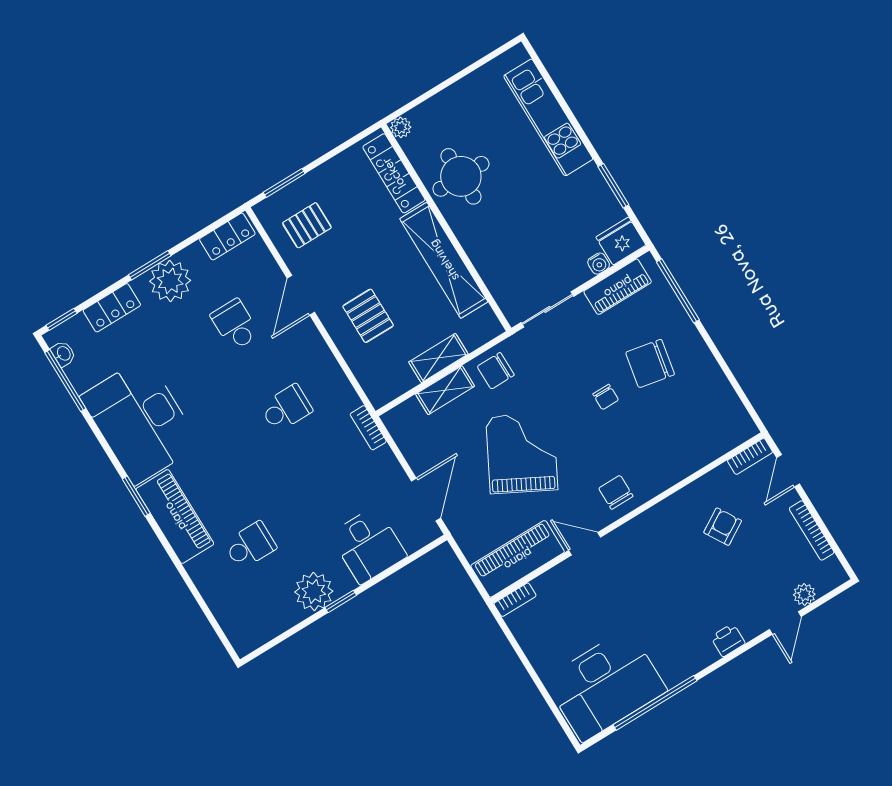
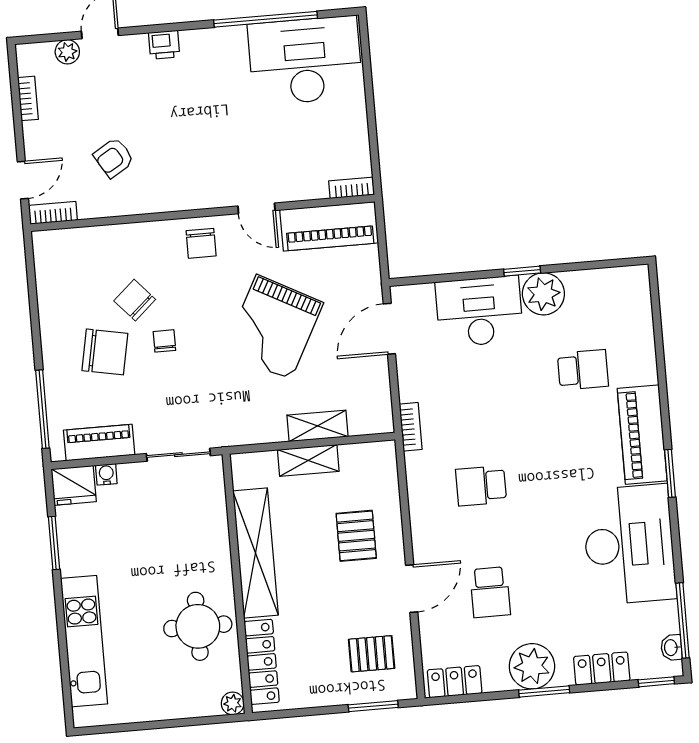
chair: (496, 371) -> (135, 300), moved, turned -132
bookcase: (812, 530) -> (28, 98), width x0.64
school desk: (250, 545) -> (583, 370), turned 180
desk: (368, 545) -> (479, 311), width x1.37

